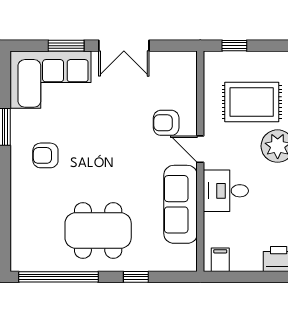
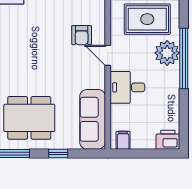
armchair: (166, 123) -> (82, 35), turned -90
sofa: (181, 204) -> (93, 119), moved

